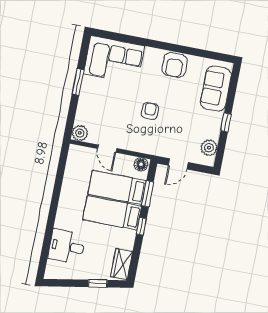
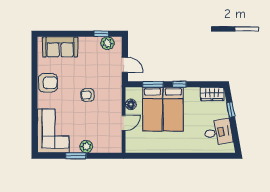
window: (226, 122) -> (101, 34), moved
plant: (80, 133) -> (86, 147), moved
floor lamp: (141, 164) -> (131, 104), moved
desk: (67, 246) -> (218, 132), moved, turned -100

